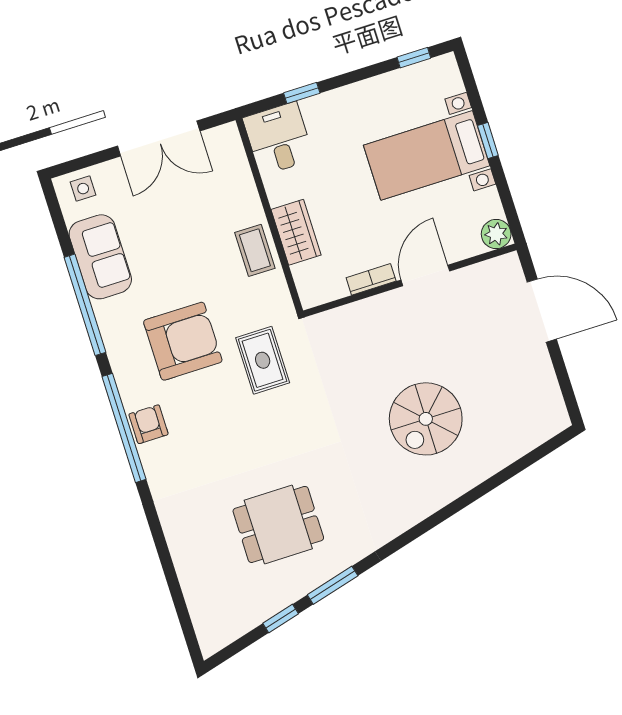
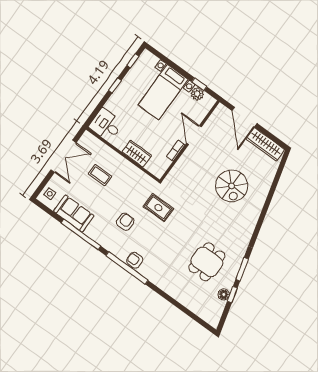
window: (302, 93) -> (115, 85), moved
window: (488, 141) -> (199, 84), moved
plant: (496, 234) -> (197, 94), moved
coffee table: (255, 250) -> (100, 175), moved
door: (542, 311) -> (244, 117), swing flipped
armchair: (183, 341) -> (125, 222), width x0.53, depth x0.53
wardrobe: (543, 388) -> (265, 144), added
floor lamp: (265, 607) -> (224, 294), added

